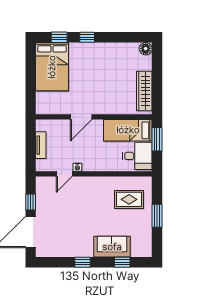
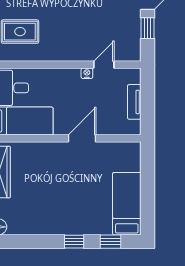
bed: (52, 67) -> (127, 204), width x0.67

